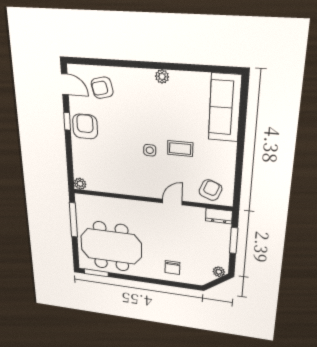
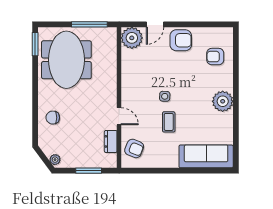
plant: (162, 77) -> (223, 101), width x1.88, depth x1.88
door: (65, 84) -> (155, 24), moved
armchair: (102, 88) -> (215, 57), turned -76
window: (67, 121) -> (184, 24), removed
plant: (80, 184) -> (132, 38), width x1.88, depth x1.88
dresser: (219, 216) -> (111, 141), moved

